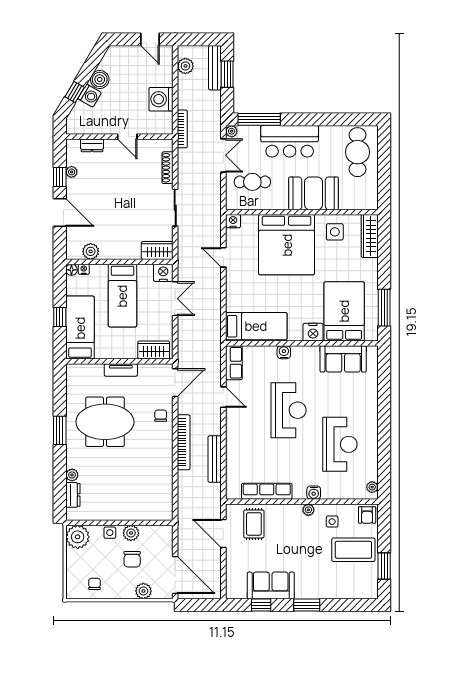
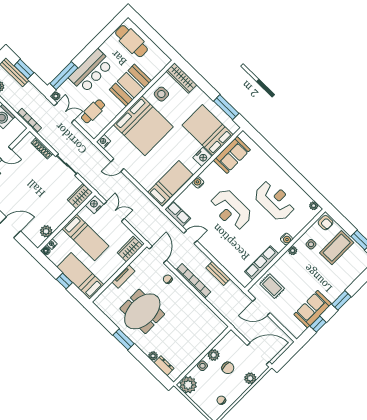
reception desk: (289, 410) -> (231, 210), turned 180
bench: (215, 459) -> (218, 273), width x0.73

